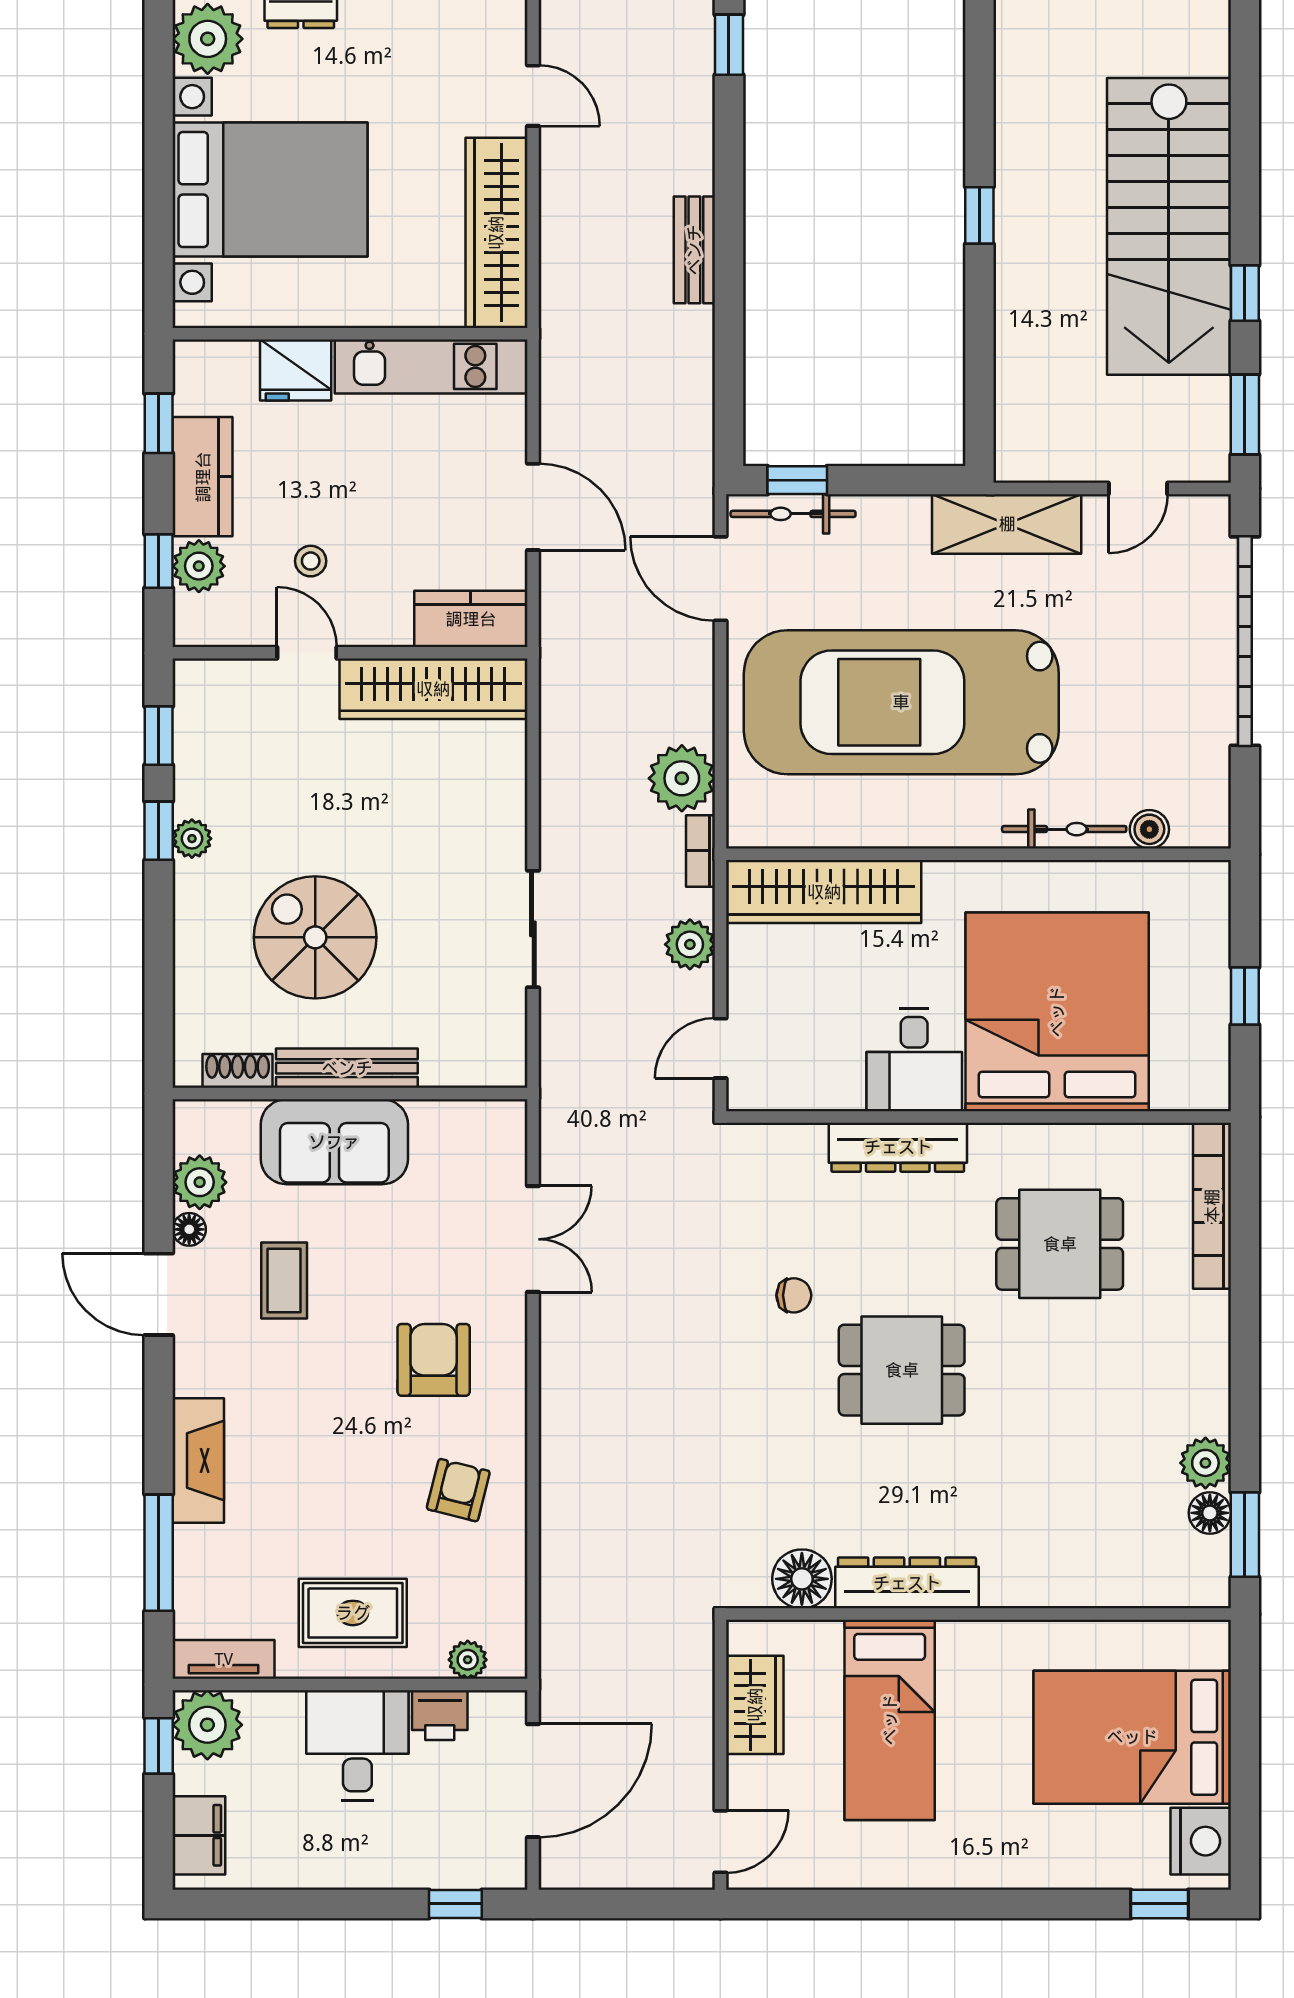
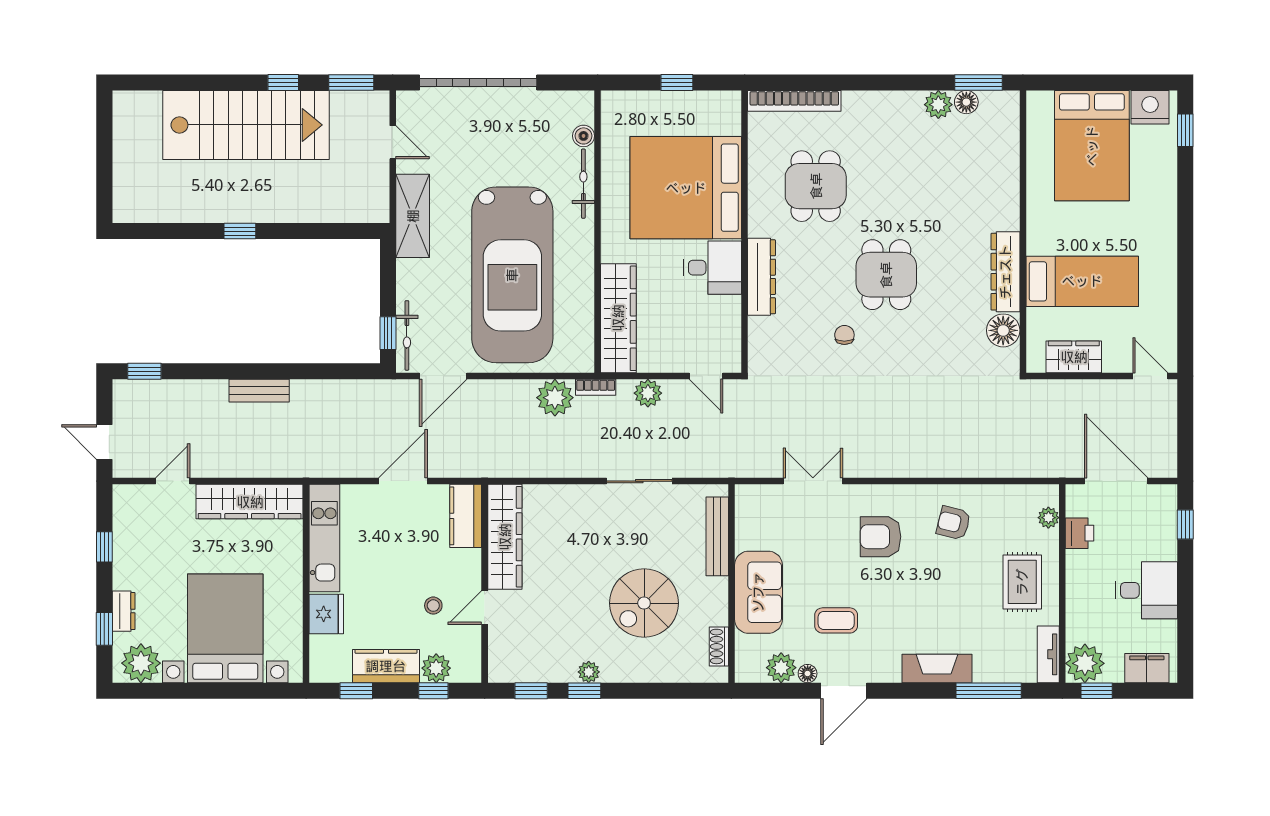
bench: (347, 1068) -> (717, 536), moved
desk: (357, 1745) -> (1146, 590), moved, turned 180

